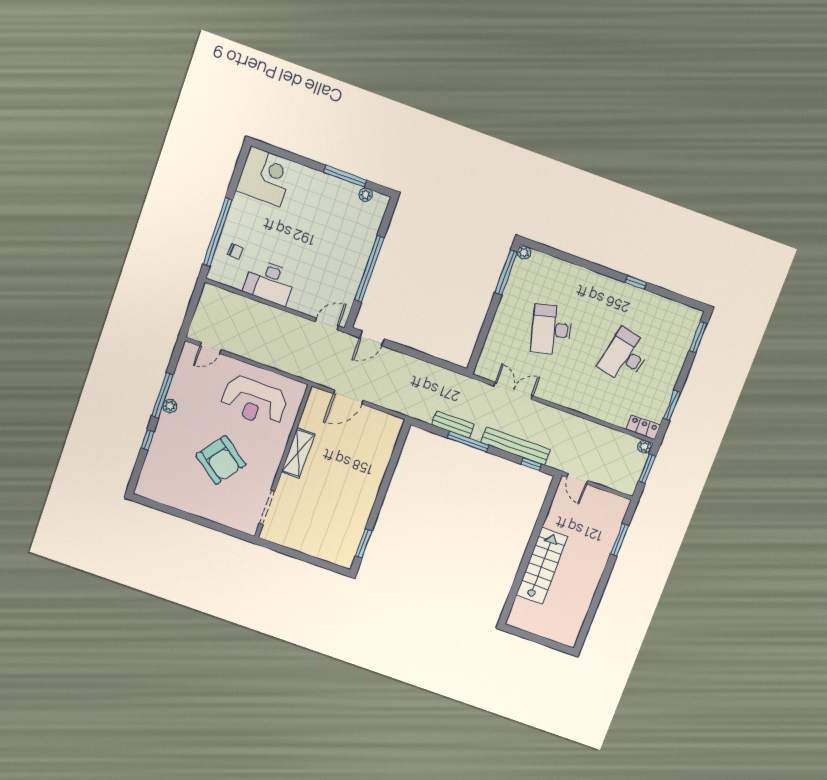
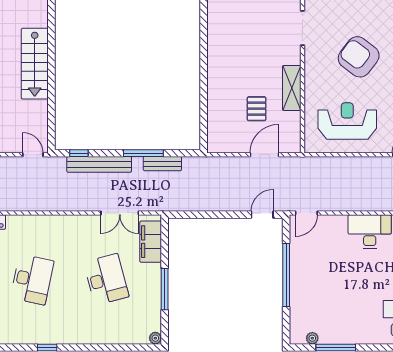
window: (506, 272) -> (165, 289), moved
filing cabinet: (493, 351) -> (151, 242), added
pallet: (340, 445) -> (257, 109), added
window: (364, 544) -> (204, 26), removed

